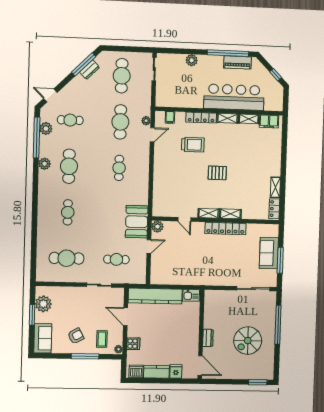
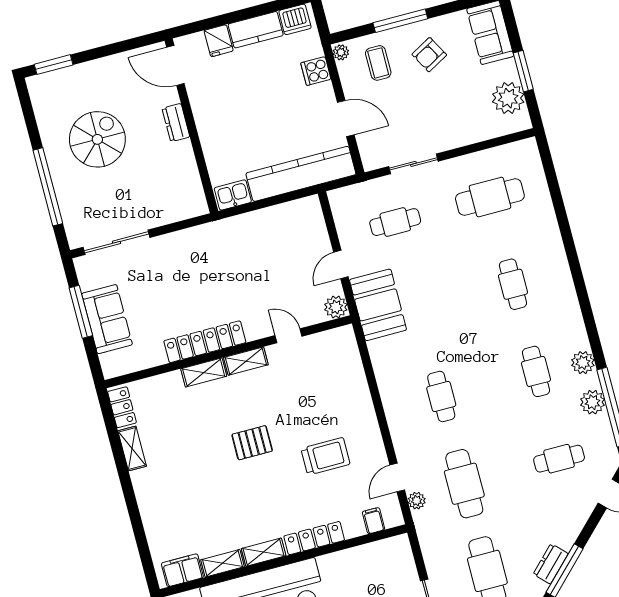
plant: (46, 129) -> (593, 402), moved
trolley: (193, 145) -> (325, 456), moved, turned 180
cafe table: (69, 166) -> (536, 371), width x0.73, depth x0.74

